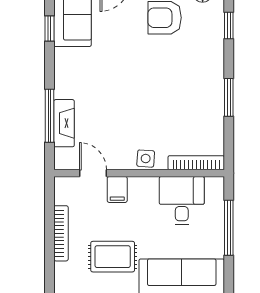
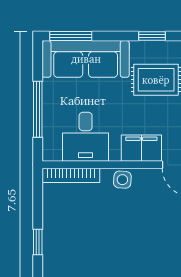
window: (229, 97) -> (38, 242), width x0.67
filing cabinet: (117, 189) -> (141, 148), width x2.00

